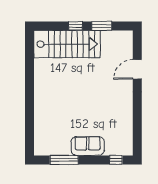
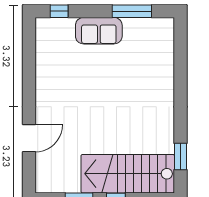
window: (29, 56) -> (180, 156), added

